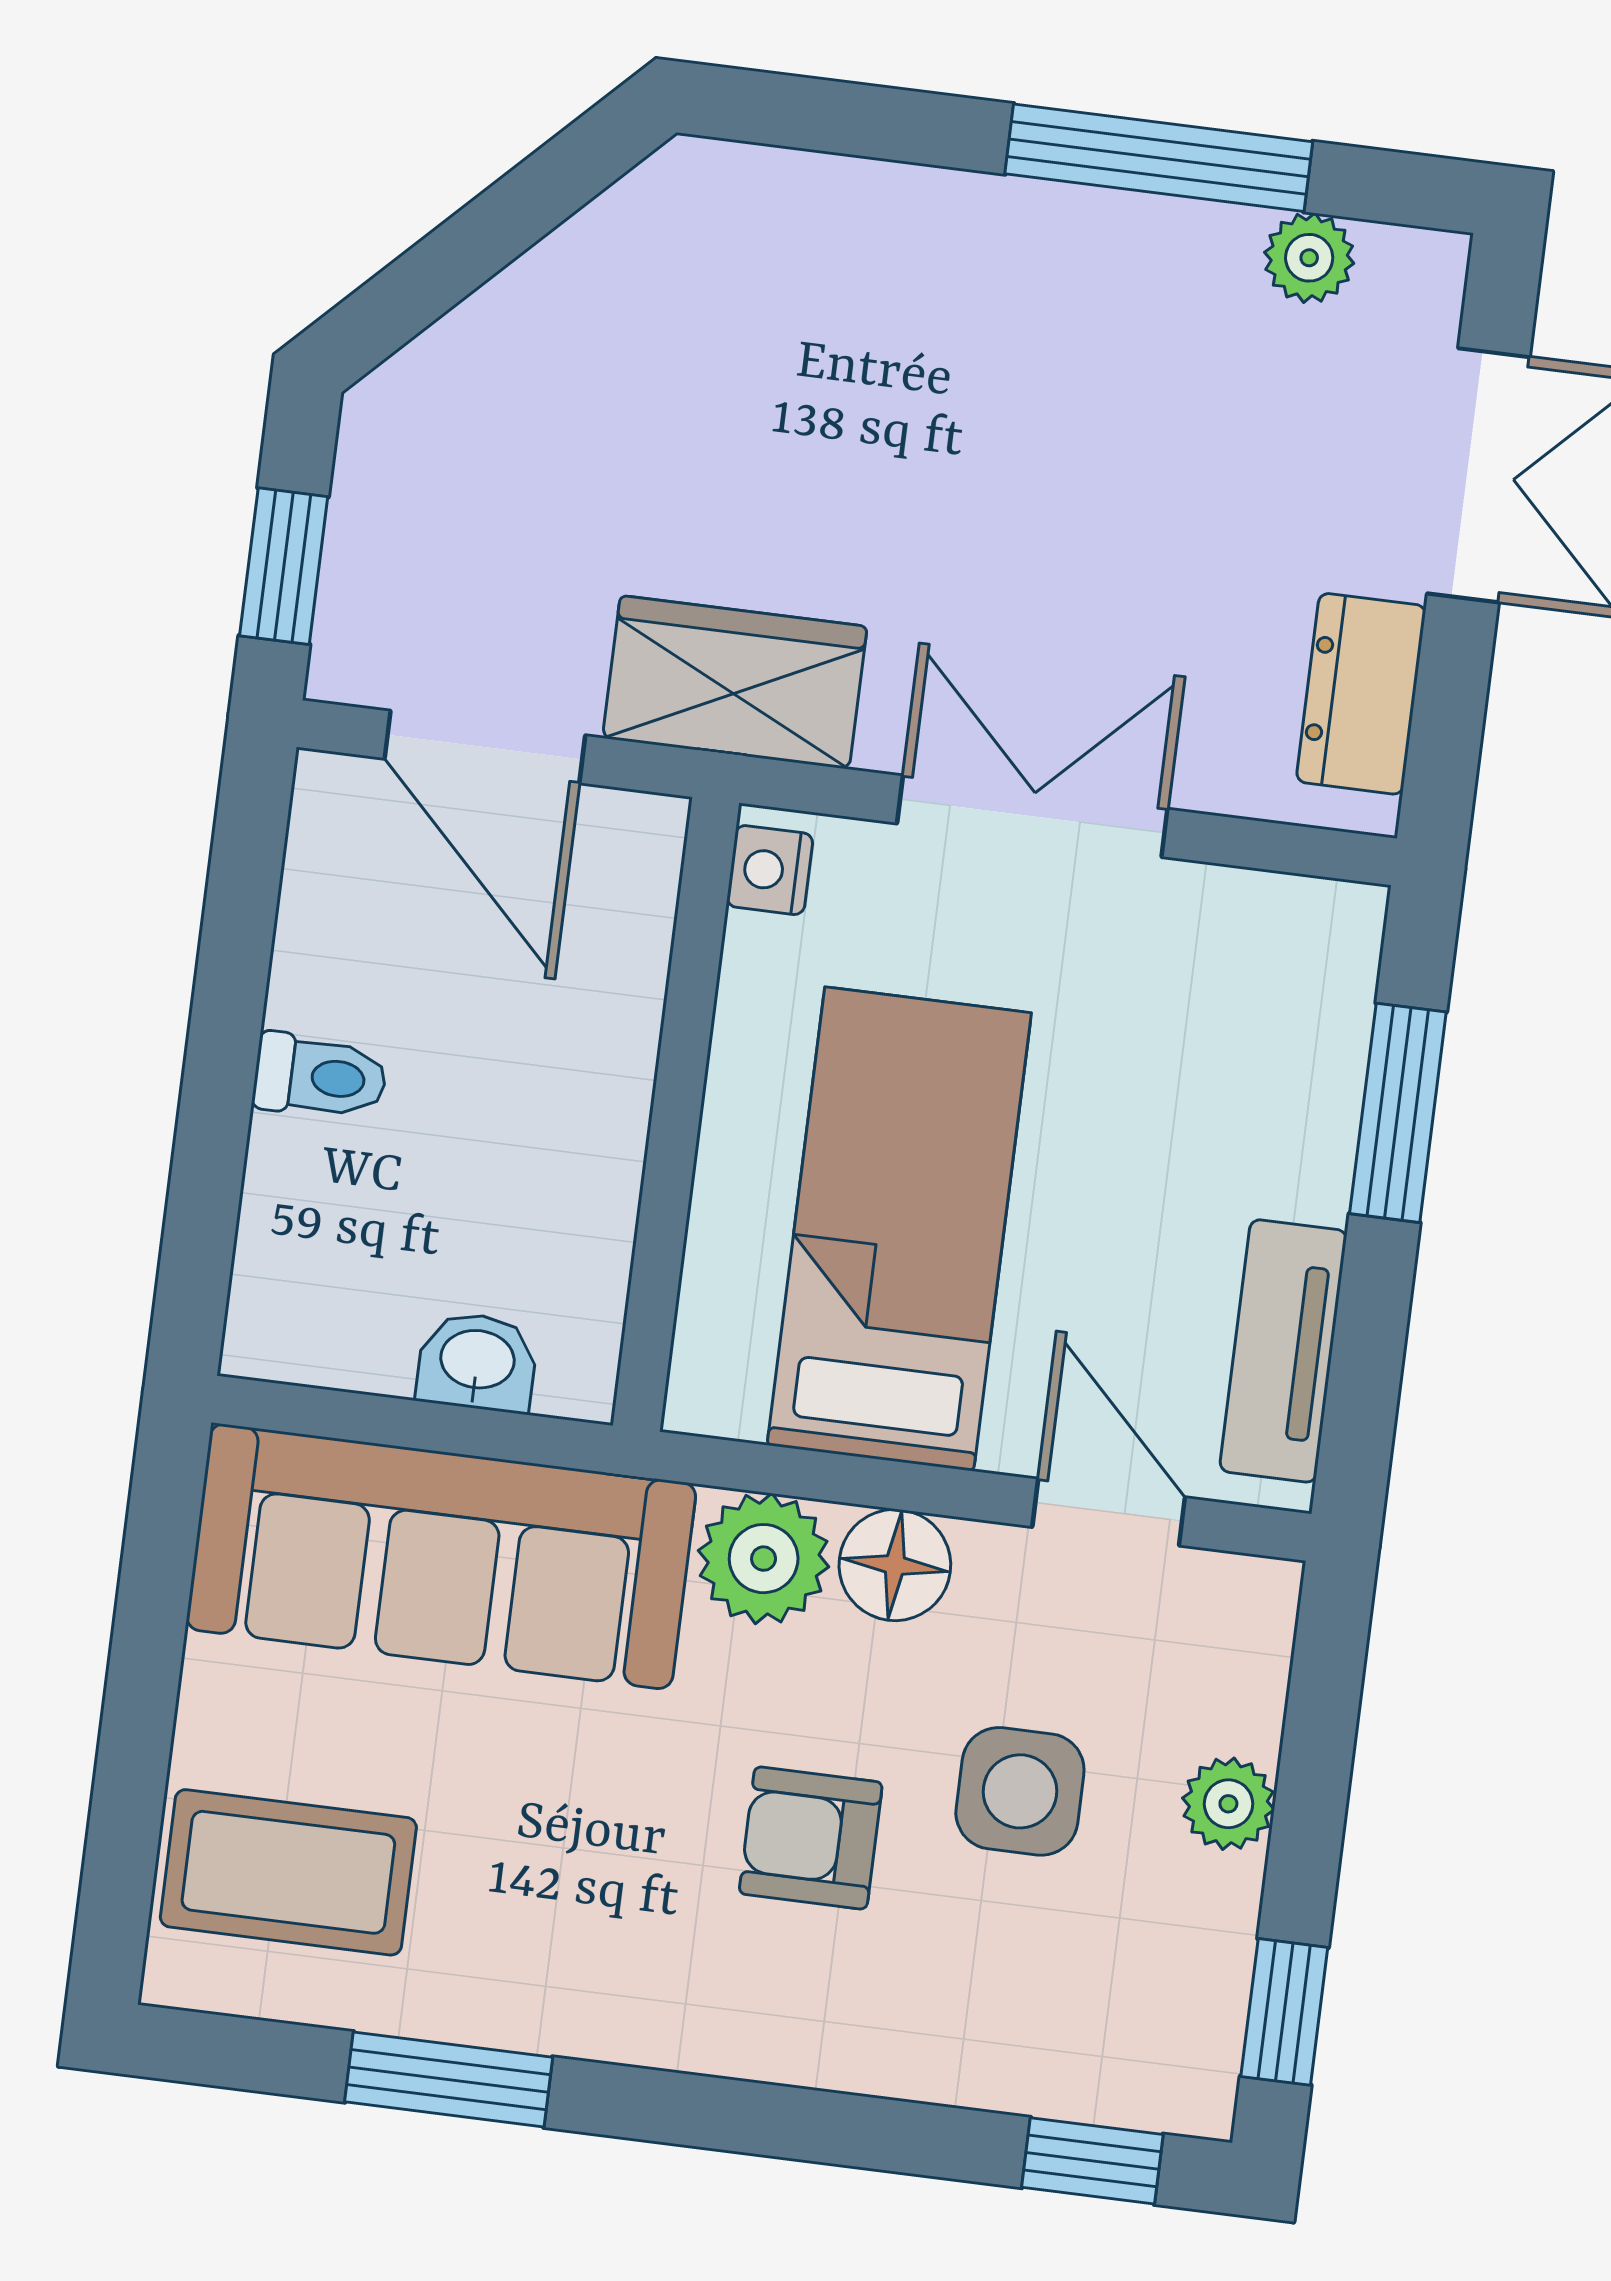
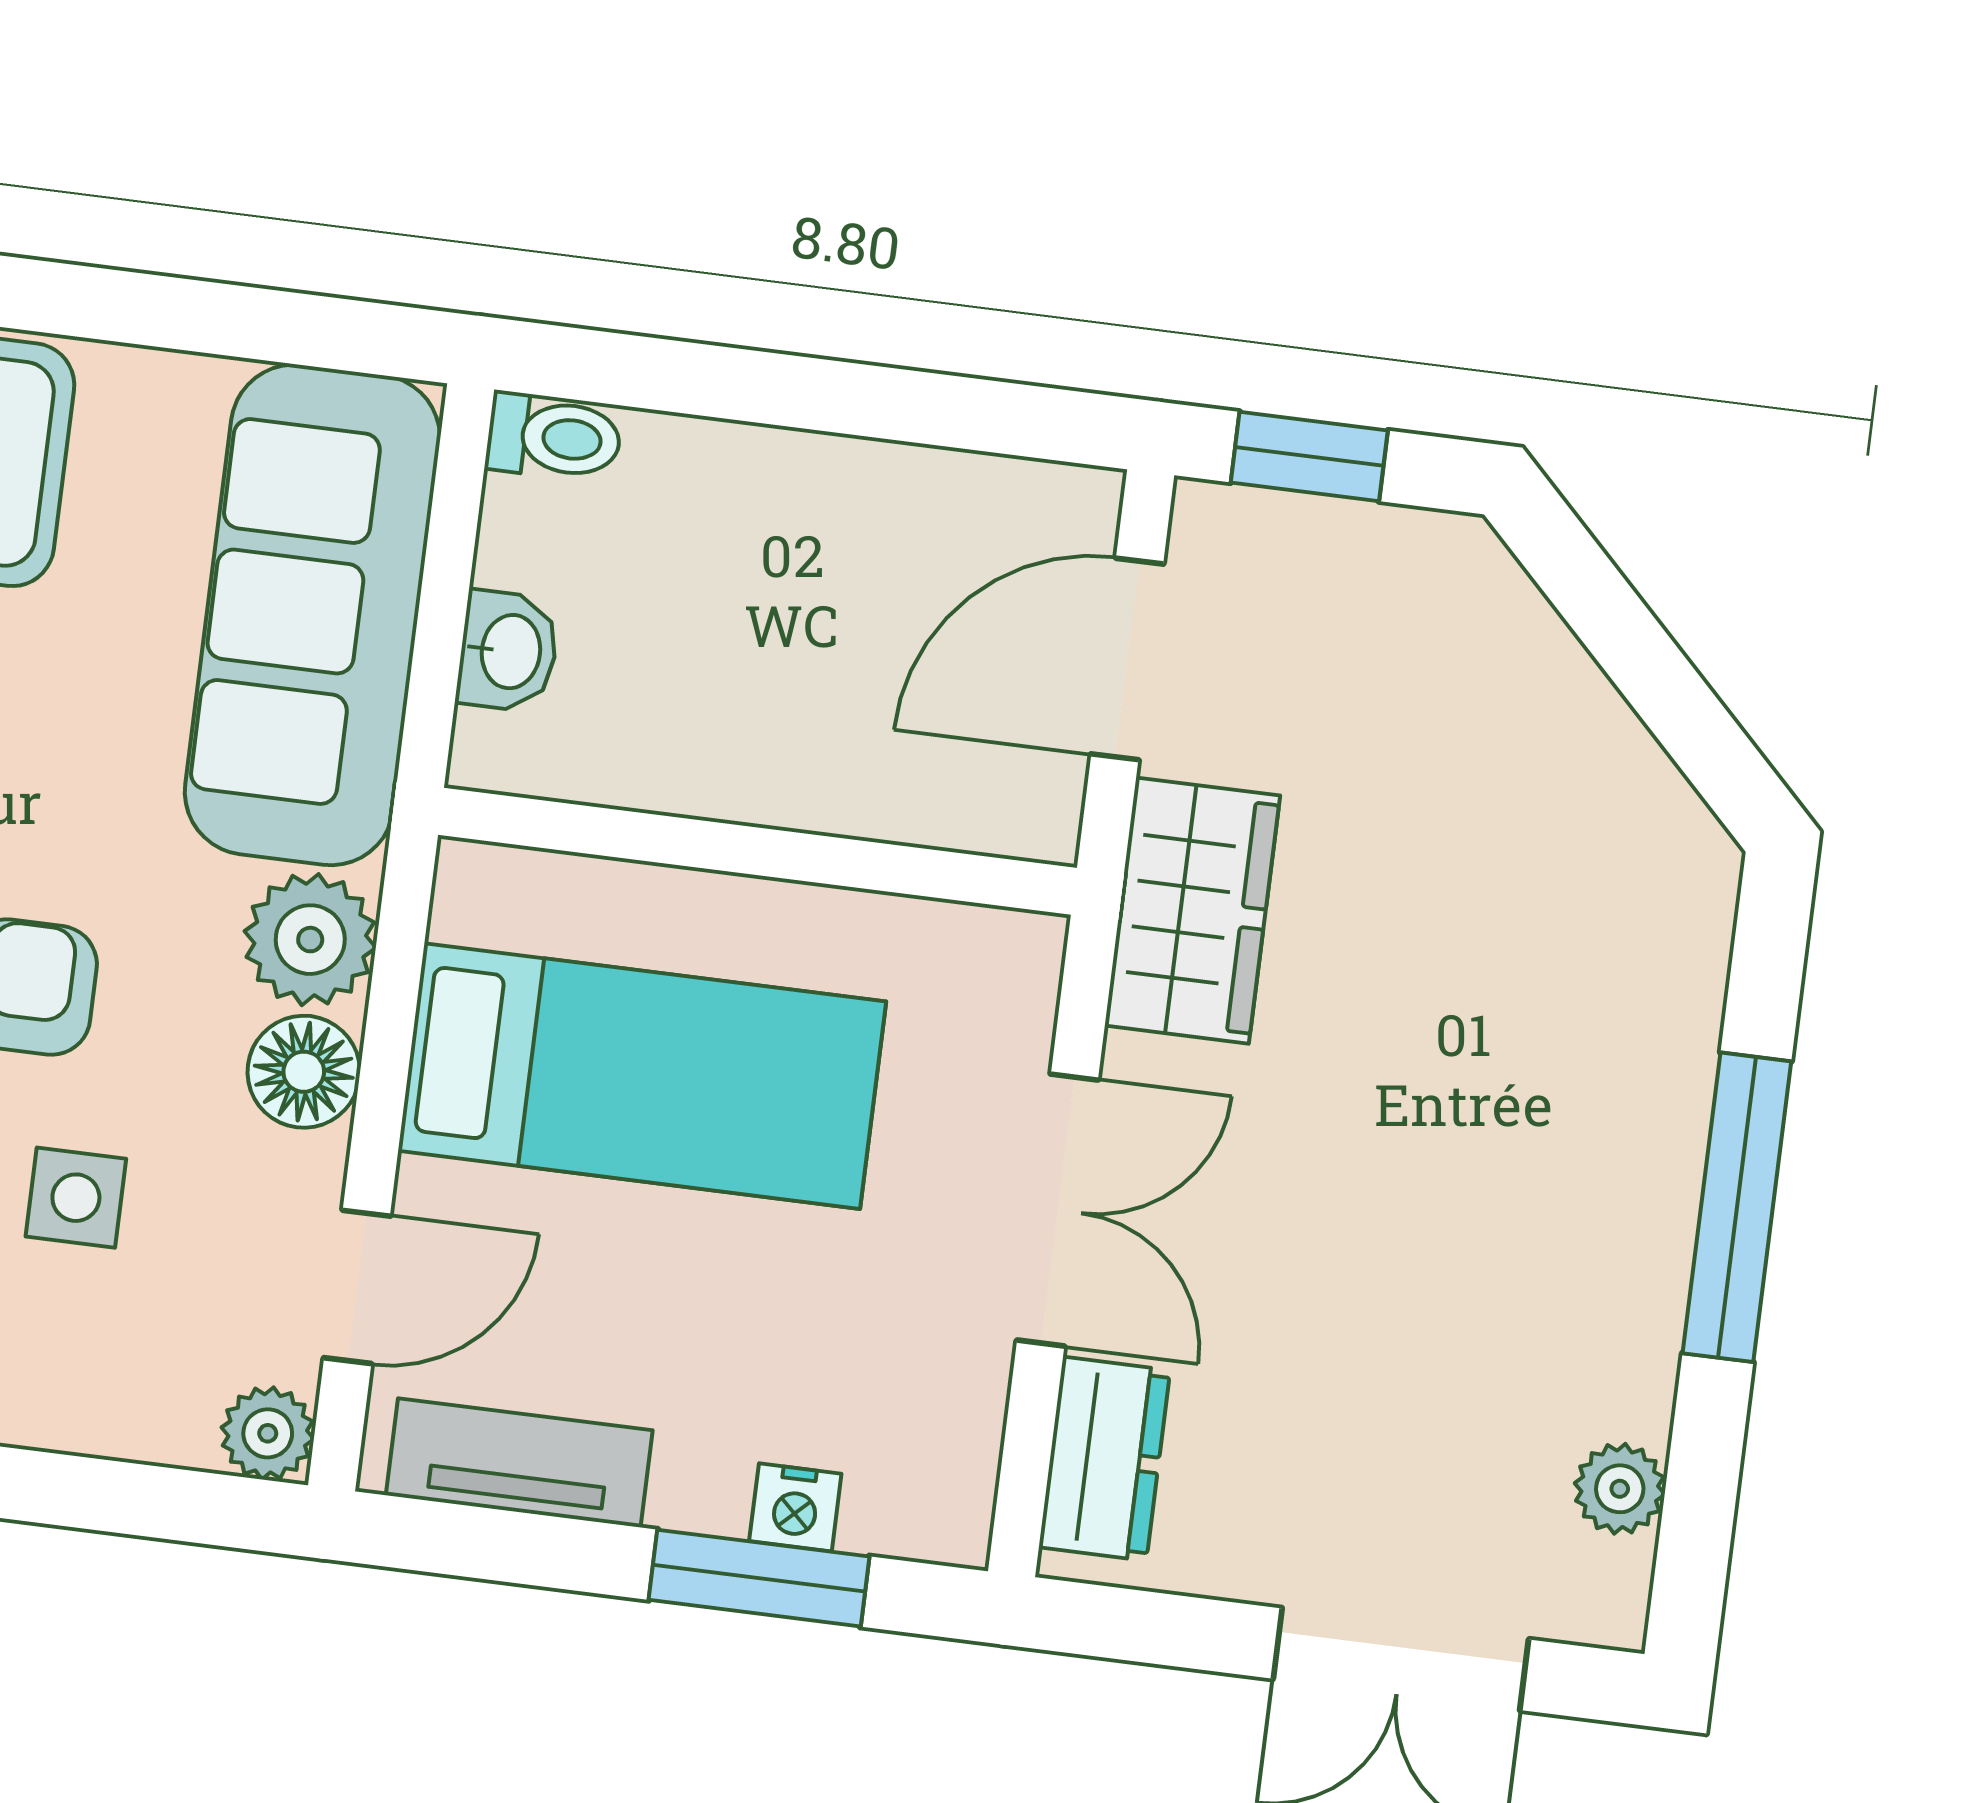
window: (1159, 158) -> (1737, 1207), moved
dresser: (1361, 694) -> (1105, 1459), moved, turned 90
nightstand: (770, 870) -> (795, 1507), moved, turned 180
toilet: (320, 1077) -> (554, 437), moved, turned -90
side table: (1020, 1791) -> (76, 1198), width x0.73, depth x0.73
plant: (1228, 1804) -> (268, 1433), moved

